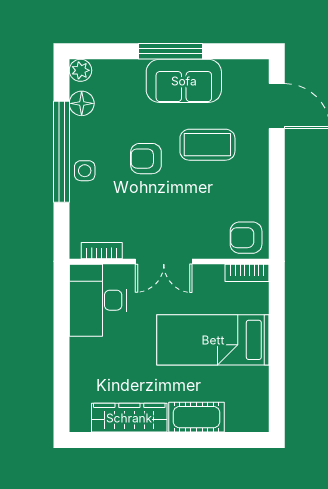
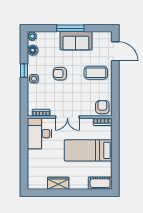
coffee table: (207, 145) -> (96, 73), moved
window: (61, 152) -> (24, 71), width x0.32
armchair: (246, 238) -> (102, 107), turned 90
cot: (197, 417) -> (100, 183), moved
wardrobe: (129, 418) -> (58, 183), width x0.67

